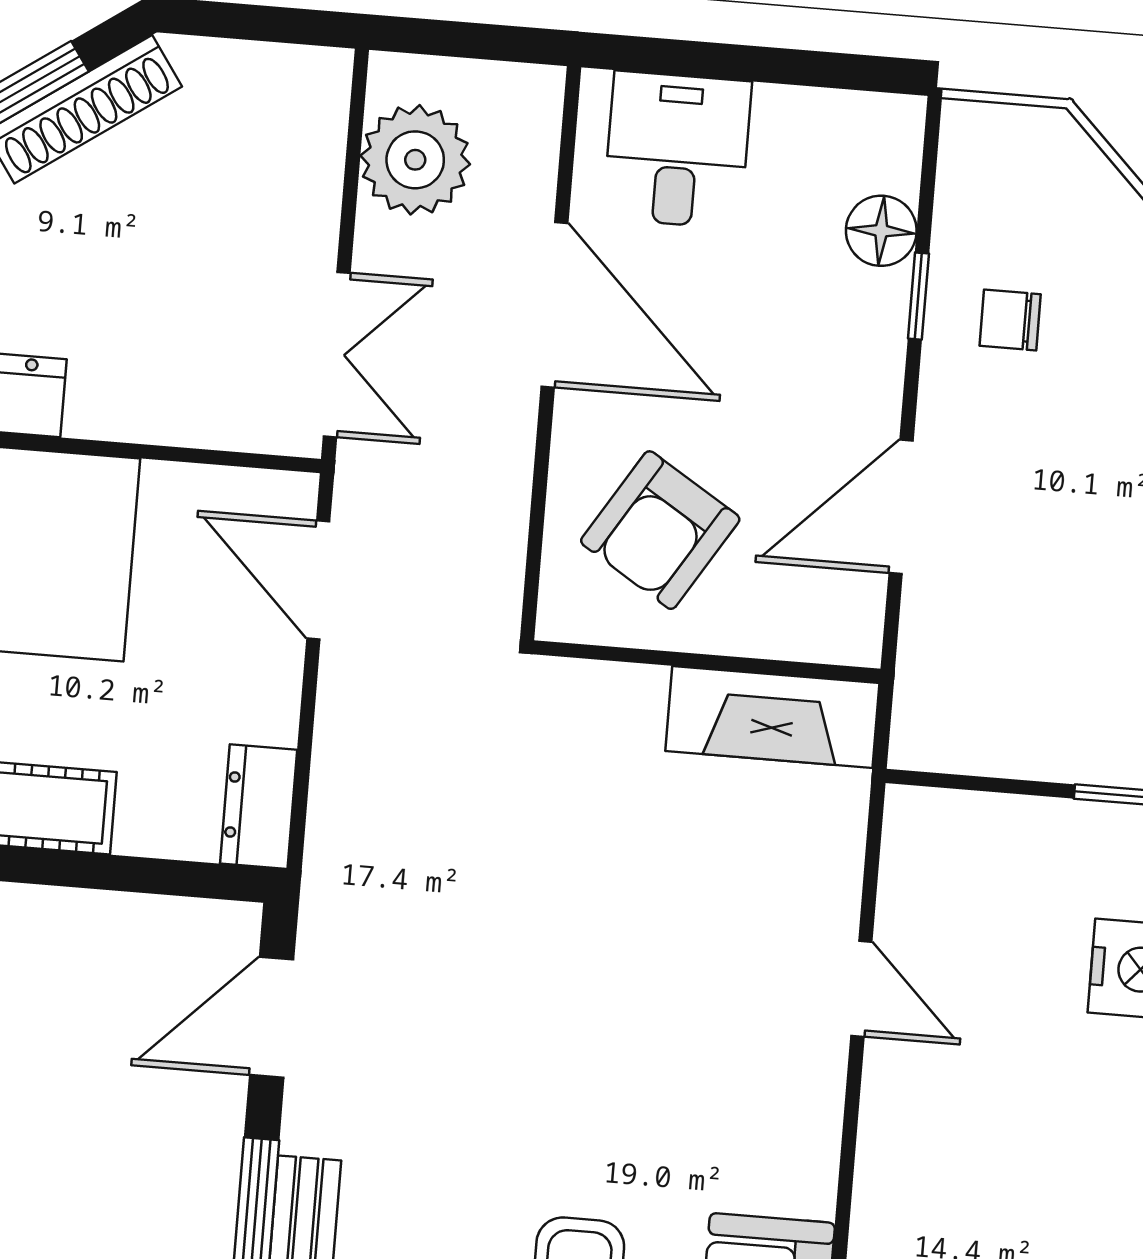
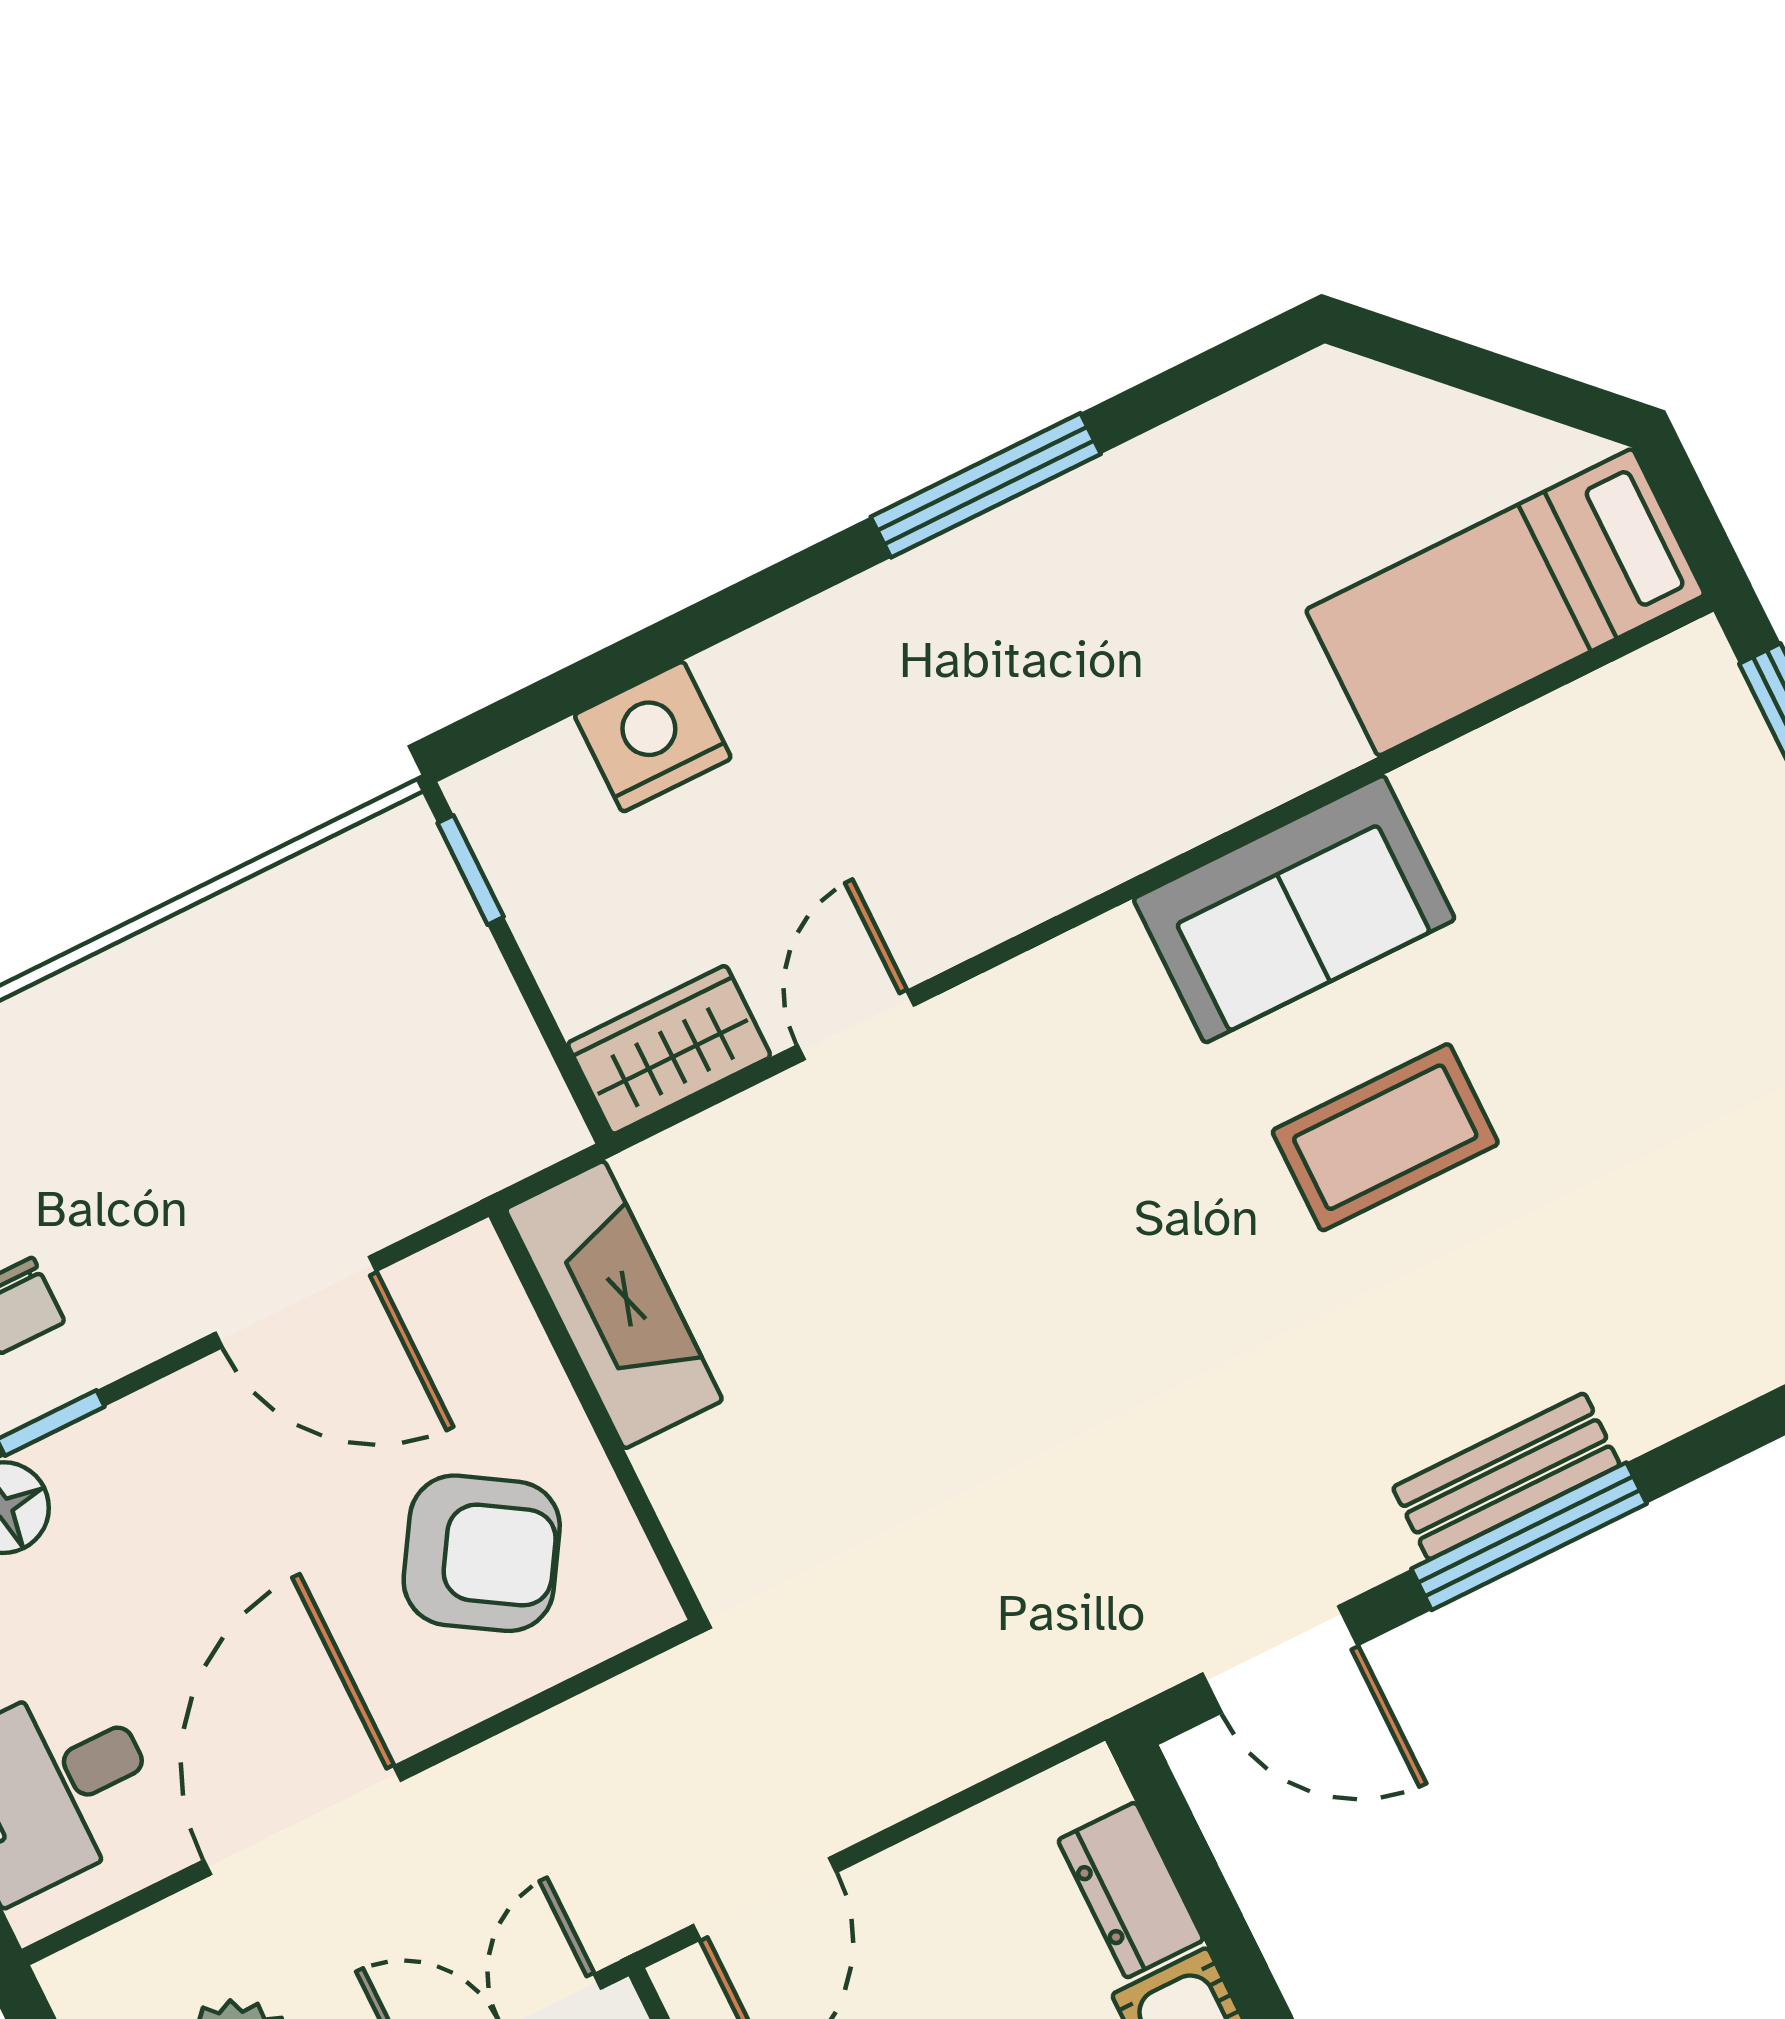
dresser: (259, 807) -> (1131, 1890), moved, turned 90
wardrobe: (920, 855) -> (669, 1050), added

